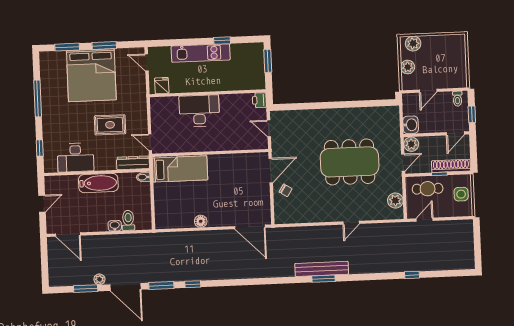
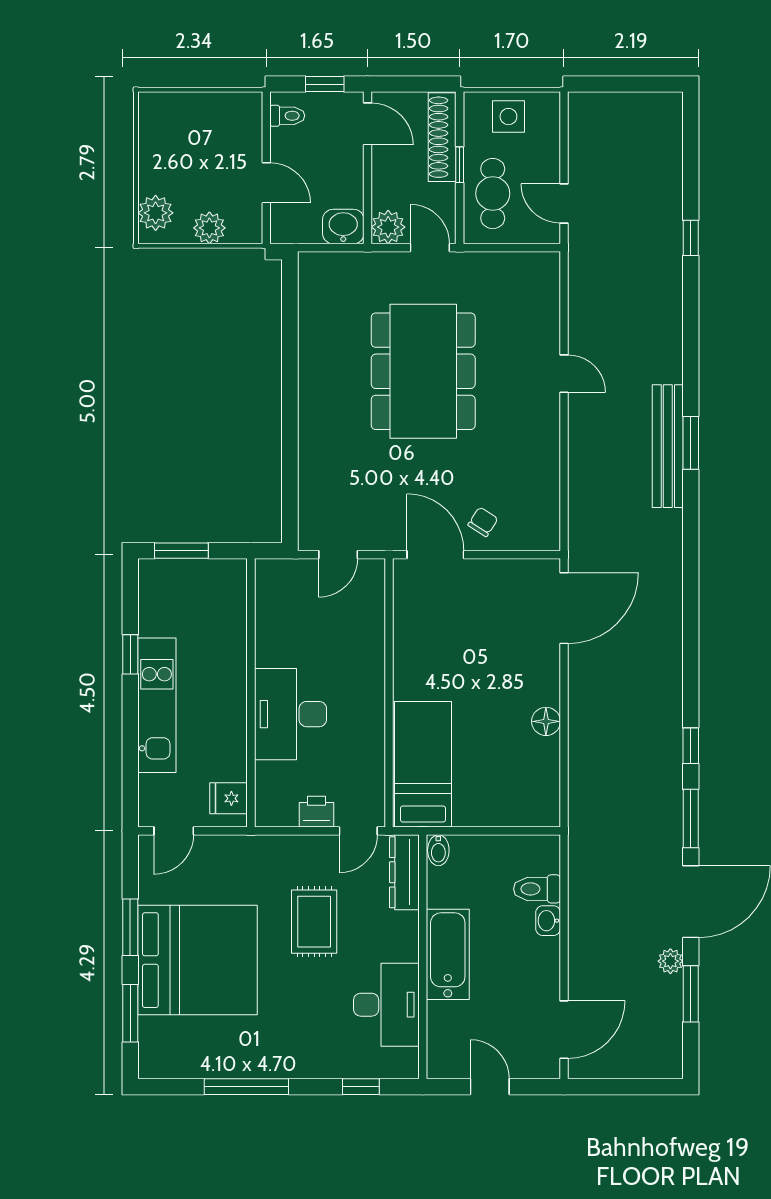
printer: (259, 100) -> (316, 812), moved, turned 180
plant: (395, 200) -> (517, 269), removed

